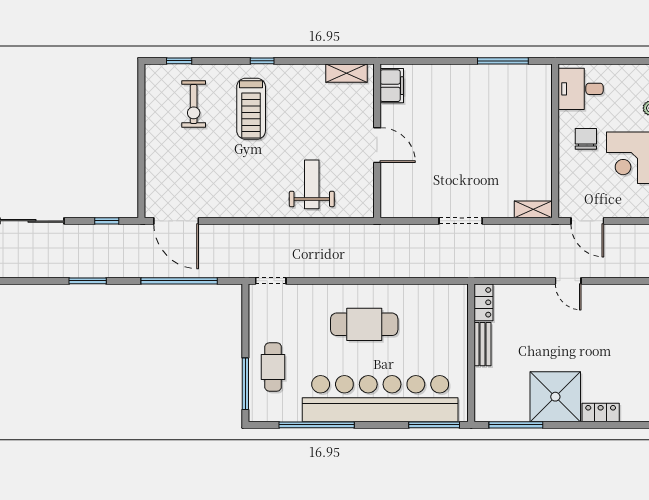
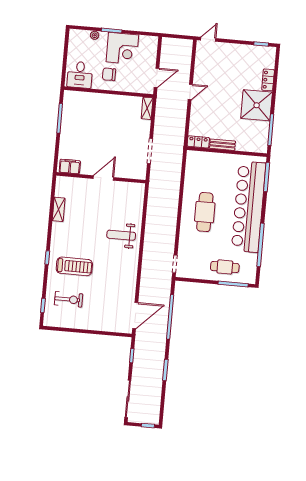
filing cabinet: (392, 86) -> (70, 166), moved
wall: (377, 141) -> (101, 178), moved
door: (377, 145) -> (103, 178), moved

